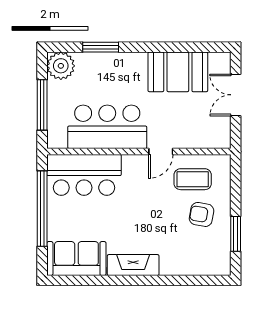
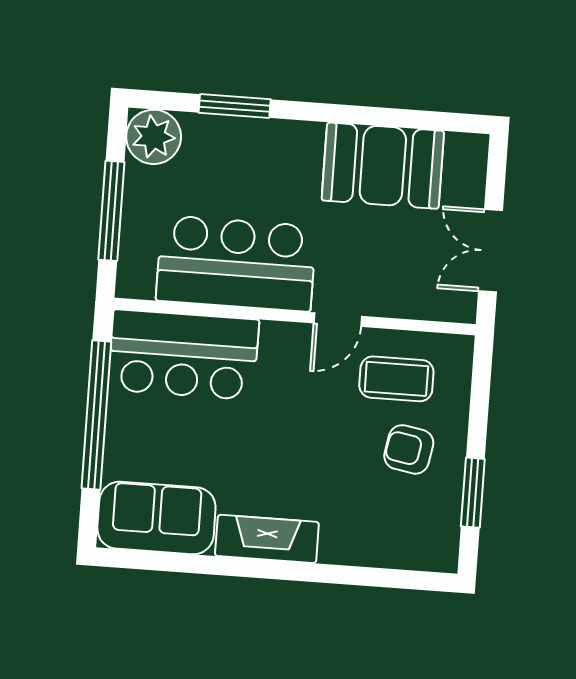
double door: (236, 95) -> (491, 251), moved

